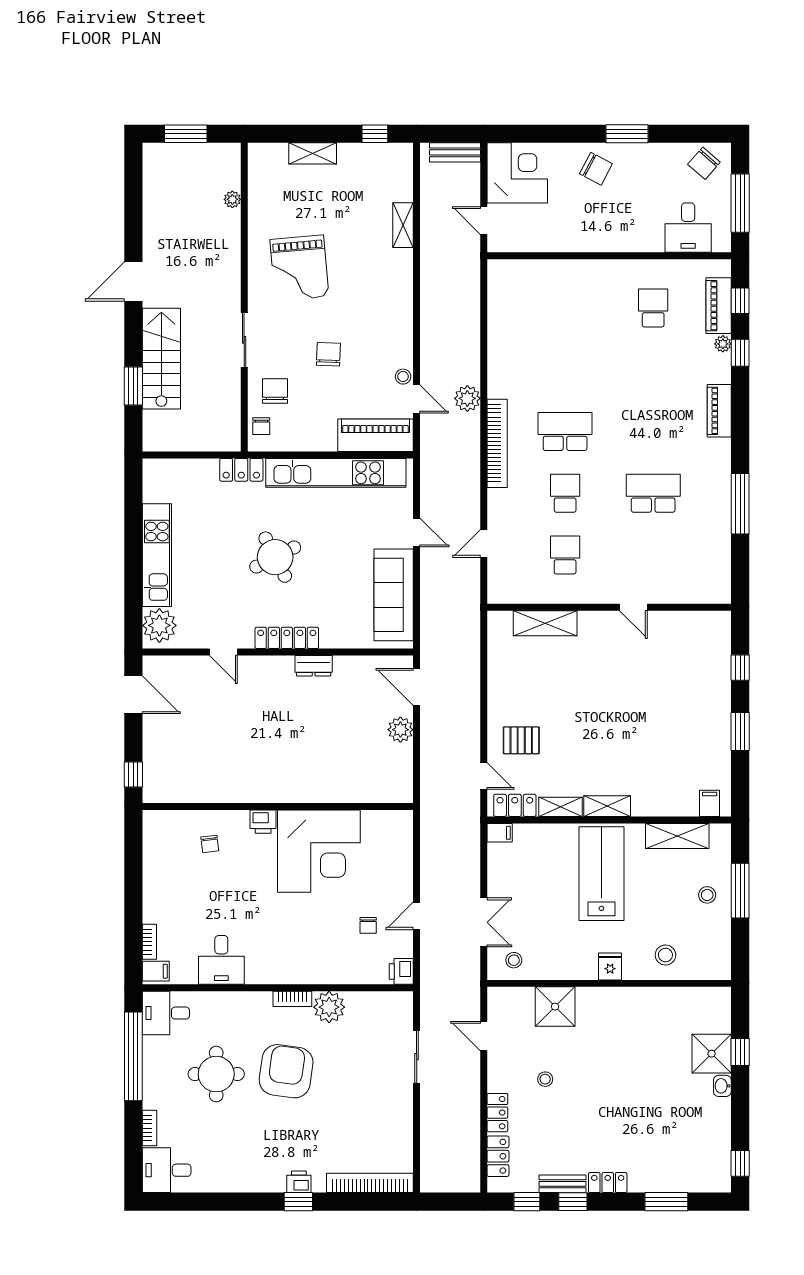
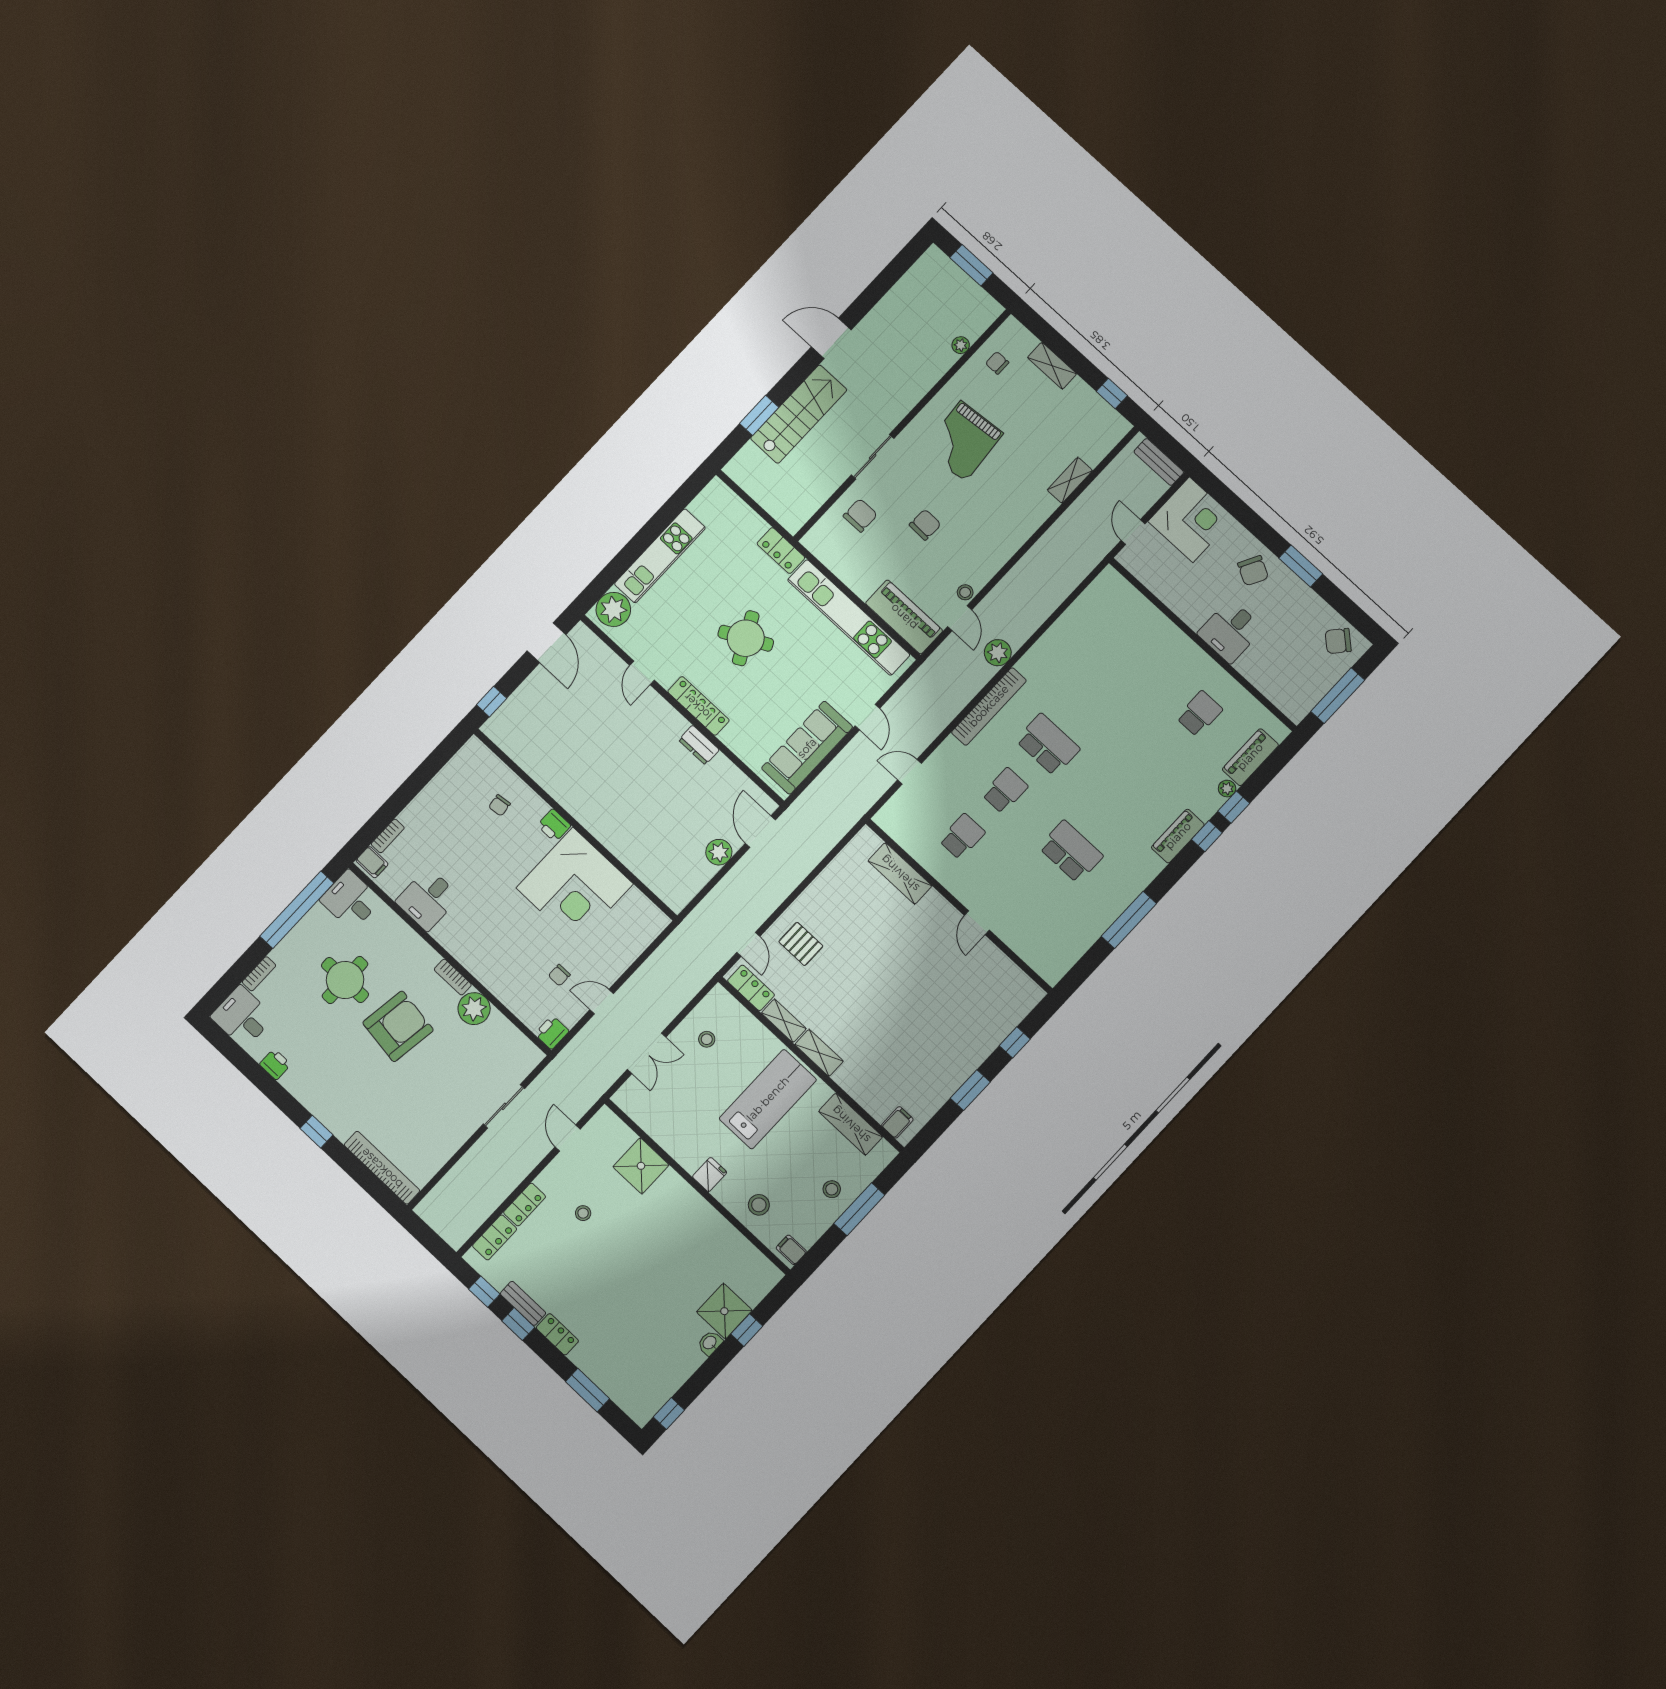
desk: (688, 228) -> (1230, 631), moved
window: (740, 301) -> (1207, 836), moved
chair: (261, 426) -> (997, 363), moved, turned 90
filing cabinet: (500, 833) -> (791, 1250), moved, turned 180
stool: (514, 960) -> (707, 1039), moved
printer: (299, 1182) -> (275, 1064), moved

